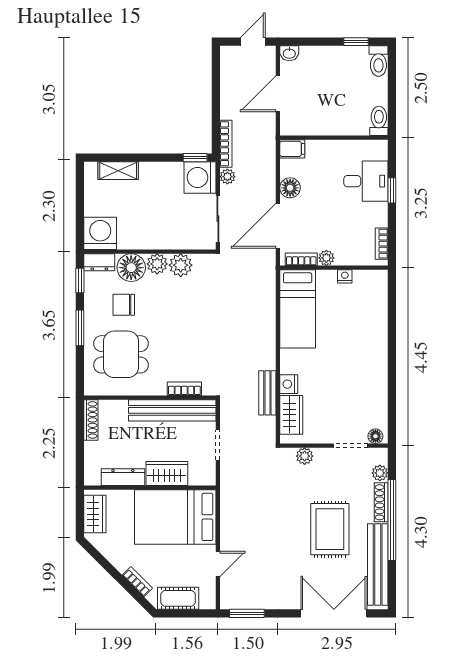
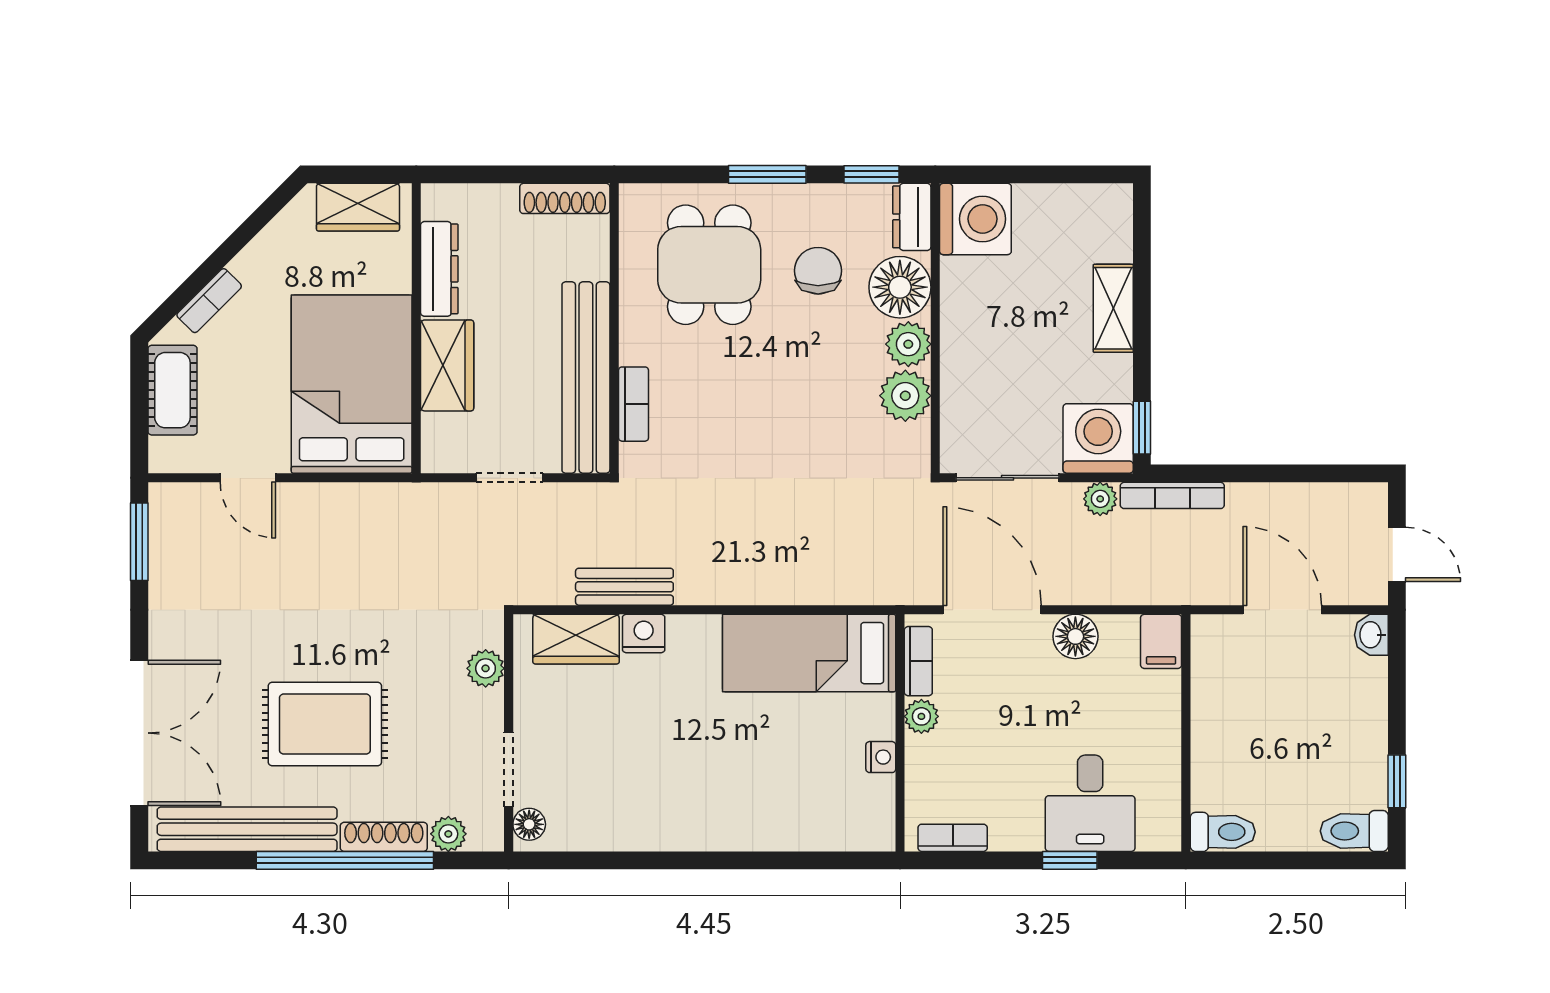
shelving: (118, 171) -> (1113, 308), moved

